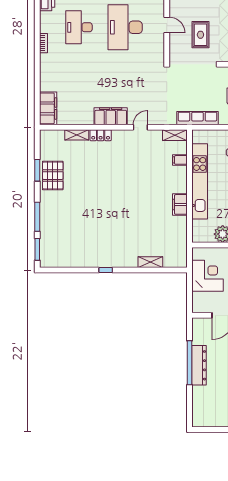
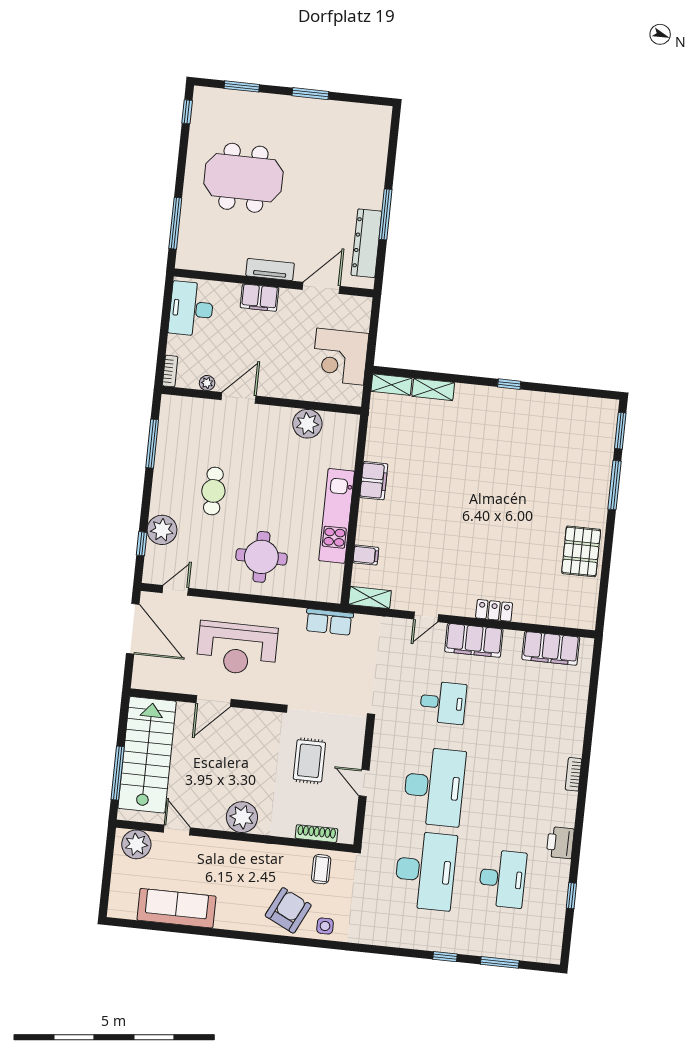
desk: (79, 27) -> (443, 703), moved, width x0.73
filing cabinet: (48, 108) -> (551, 648), moved, turned -90
row of seats: (197, 118) -> (329, 622), width x0.68
shelving: (77, 135) -> (392, 385), moved
window: (37, 170) -> (606, 563), removed
kitchen unit: (200, 181) -> (337, 516), width x0.73
window: (189, 363) -> (385, 214), width x0.68
dresser: (199, 365) -> (366, 243), moved

